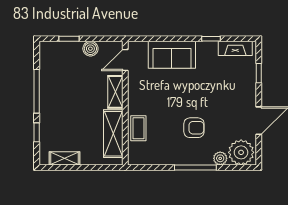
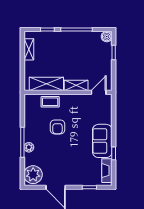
boiler: (90, 49) -> (107, 37), moved
sofa: (172, 55) -> (102, 141), moved
door: (125, 60) -> (99, 92), hinge flipped
armchair: (194, 128) -> (57, 127), moved
plant: (220, 158) -> (29, 147), moved

